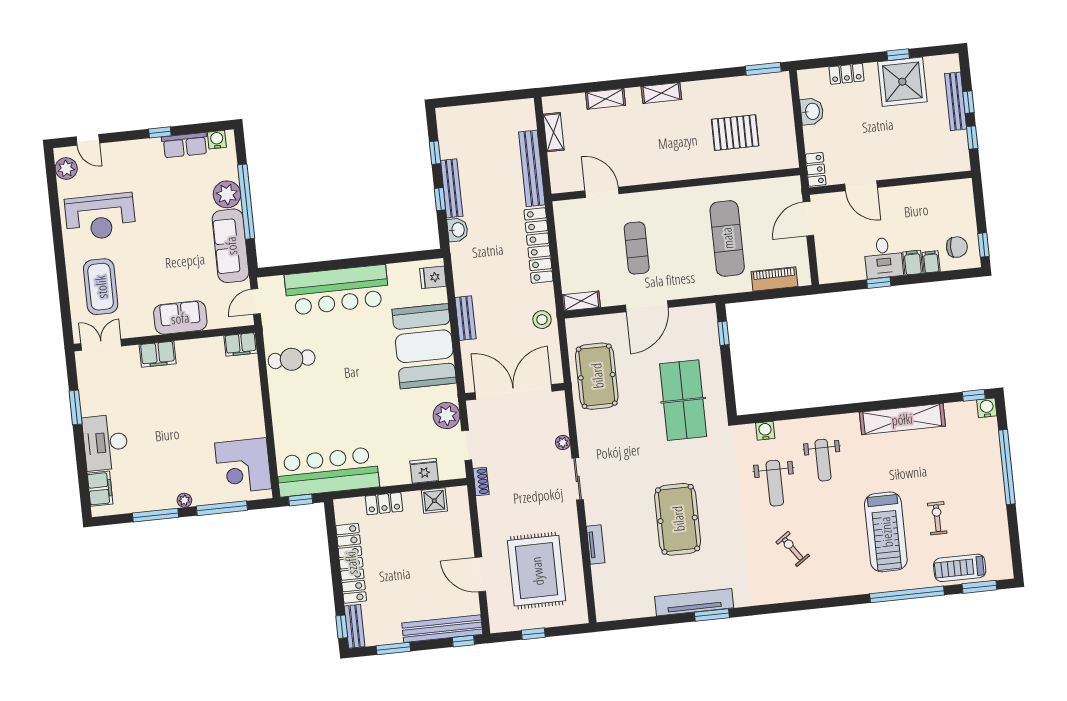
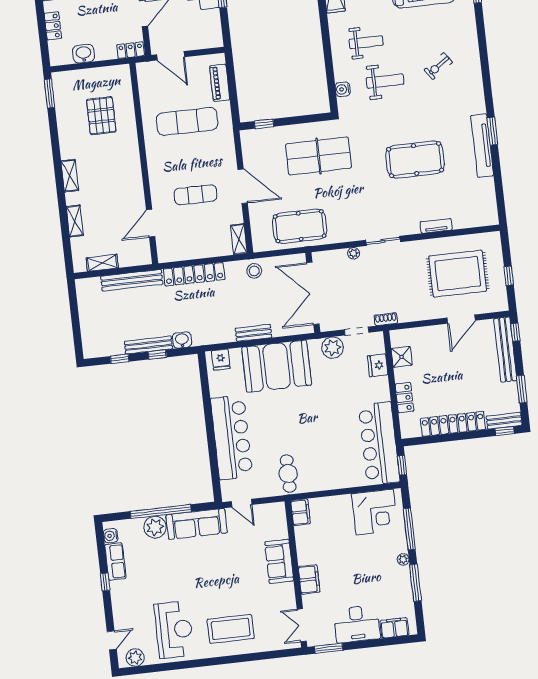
sofa: (180, 318) -> (279, 561), moved
wall: (164, 338) -> (296, 574), moved
filing cabinet: (241, 344) -> (301, 512), moved
double door: (101, 345) -> (302, 625), moved
filing cabinet: (158, 354) -> (309, 579), moved

